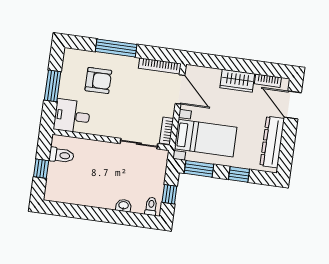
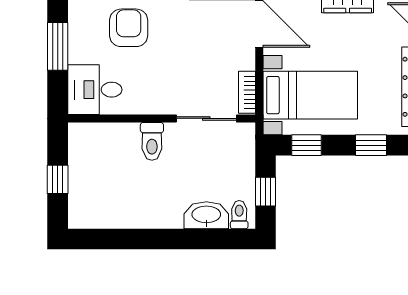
armchair: (98, 80) -> (129, 28), turned -90
toilet: (61, 155) -> (152, 141), moved, turned 90
window: (199, 169) -> (306, 145), width x0.67
washbasin: (124, 206) -> (206, 215), width x1.91, depth x1.45

